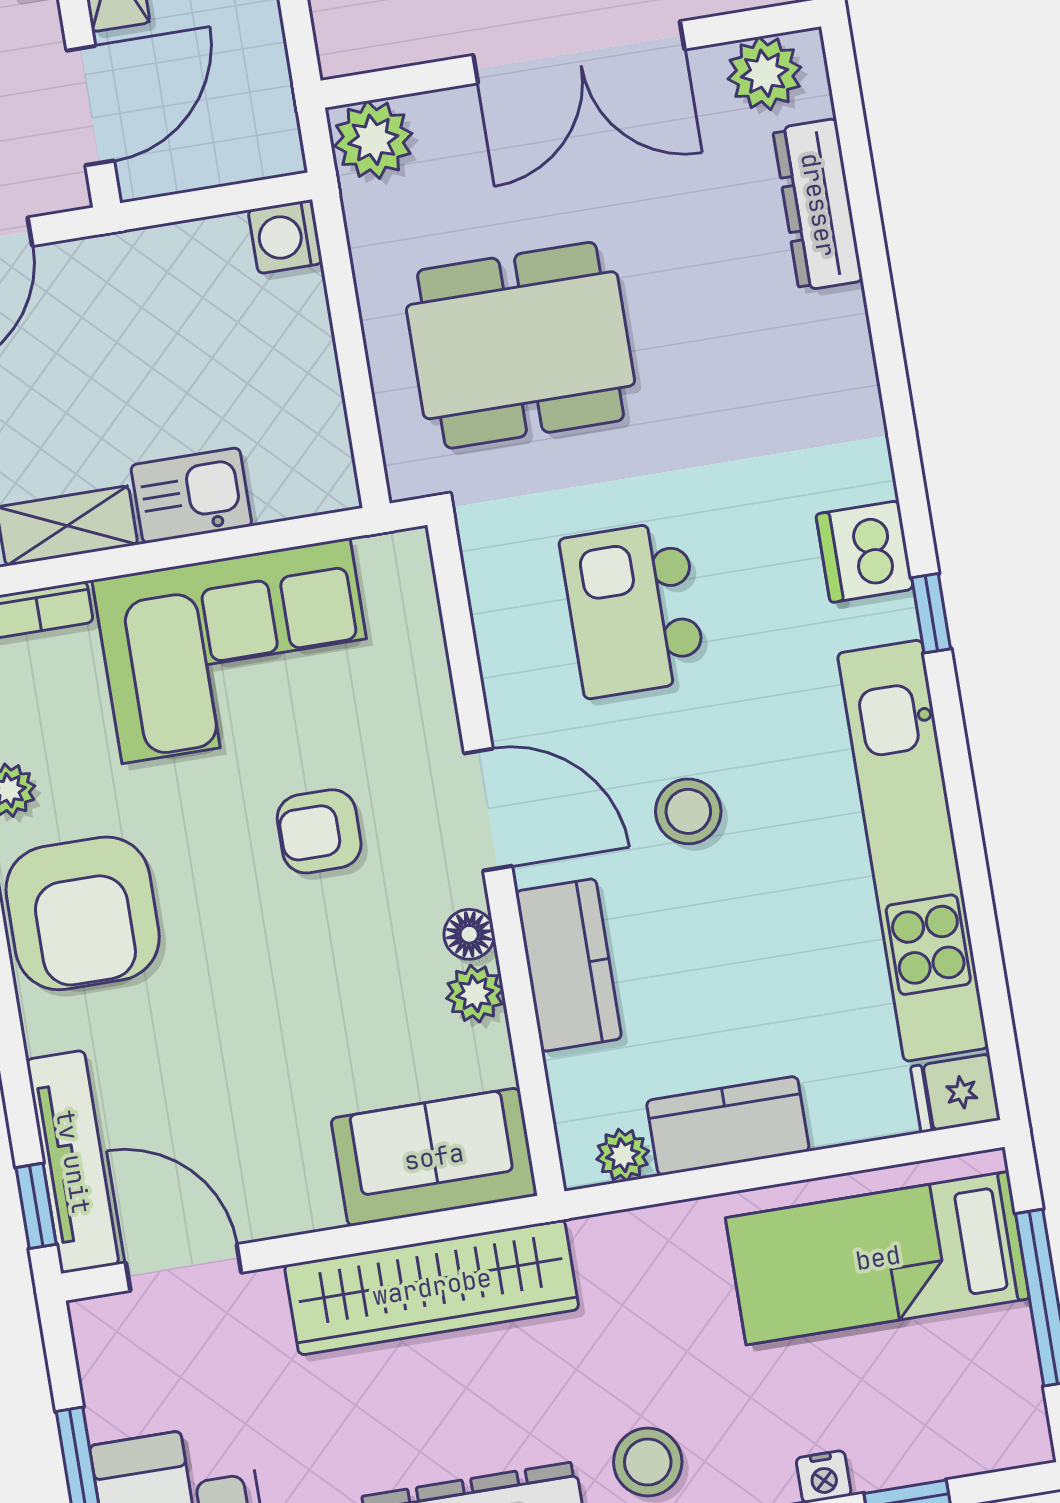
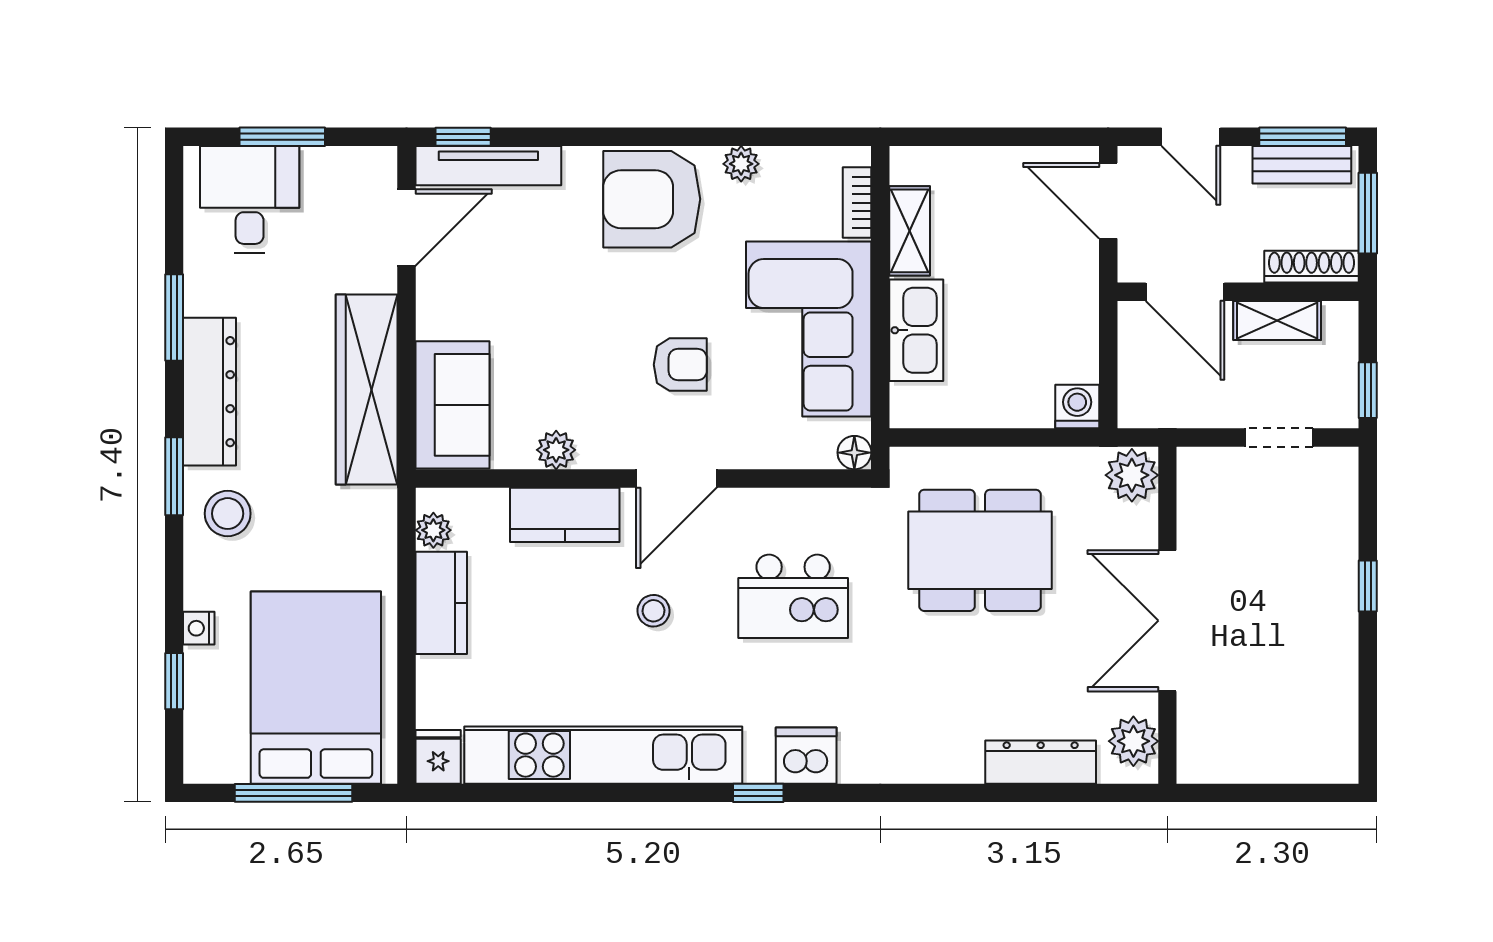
dining table: (520, 345) -> (980, 550), turned 90
kitchen sink: (191, 495) -> (916, 330), width x1.38
kitchen island: (633, 609) -> (793, 596), turned 180
stool: (688, 811) -> (654, 611), width x0.73, depth x0.73
armchair: (319, 831) -> (680, 365), turned 90
floor lamp: (469, 934) -> (854, 453), moved
bed: (878, 1258) -> (316, 688), width x1.50

